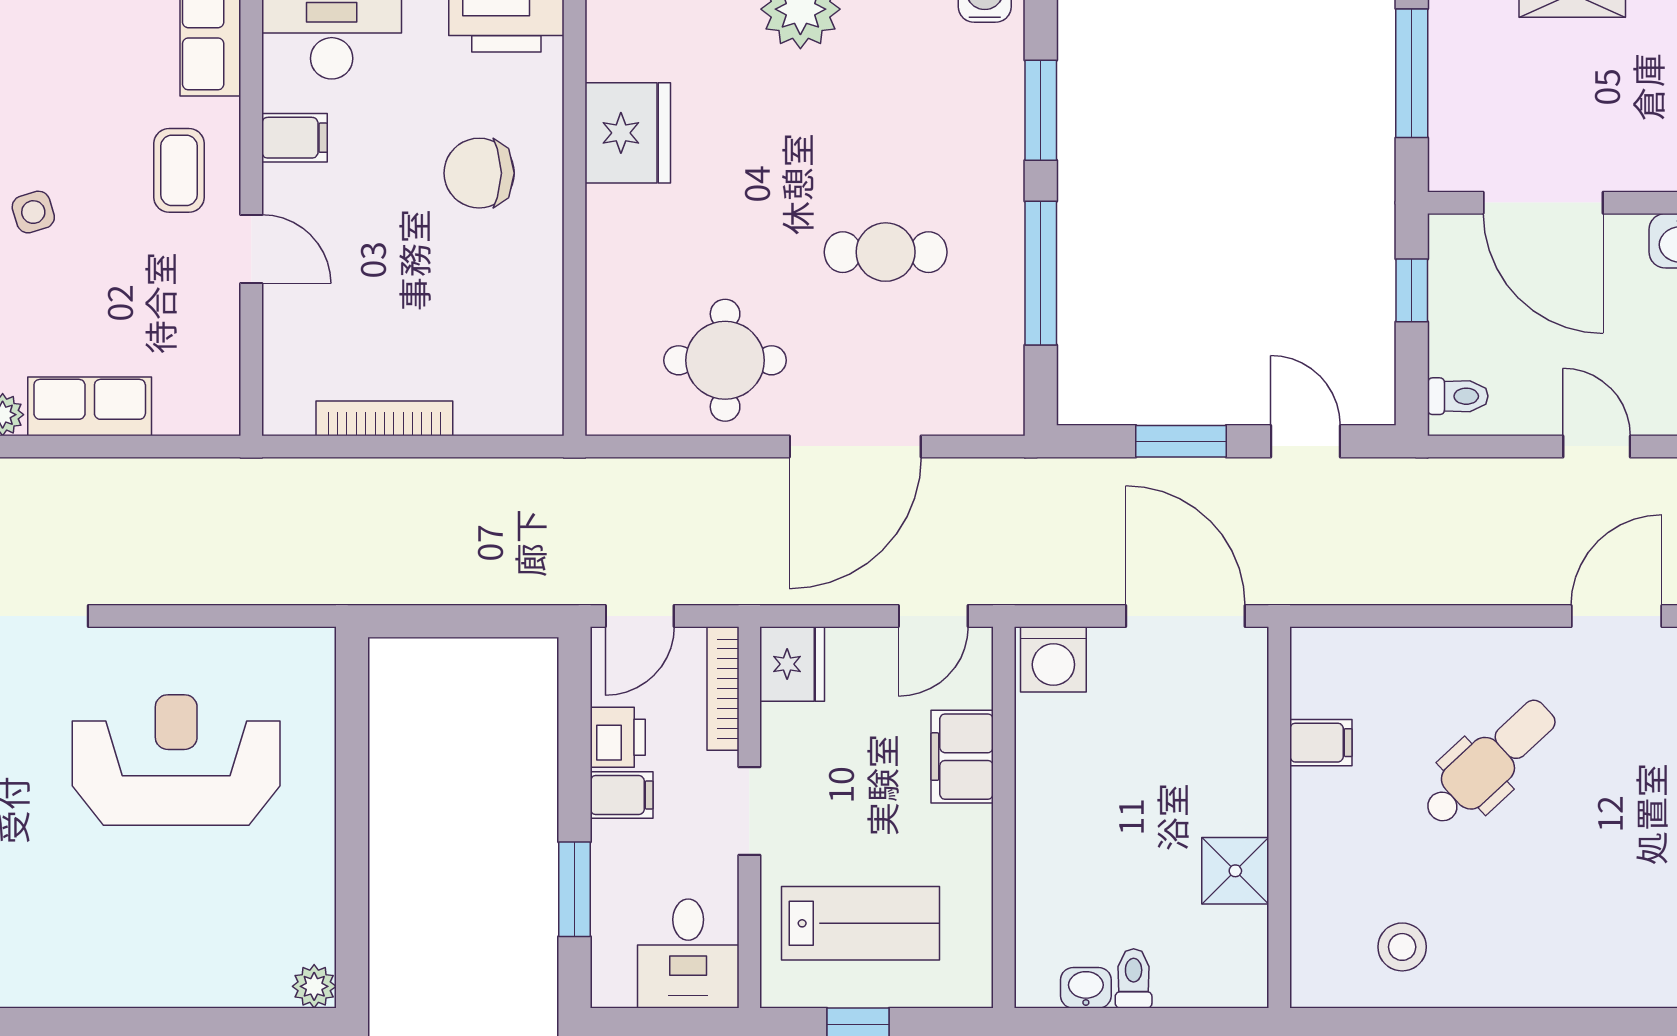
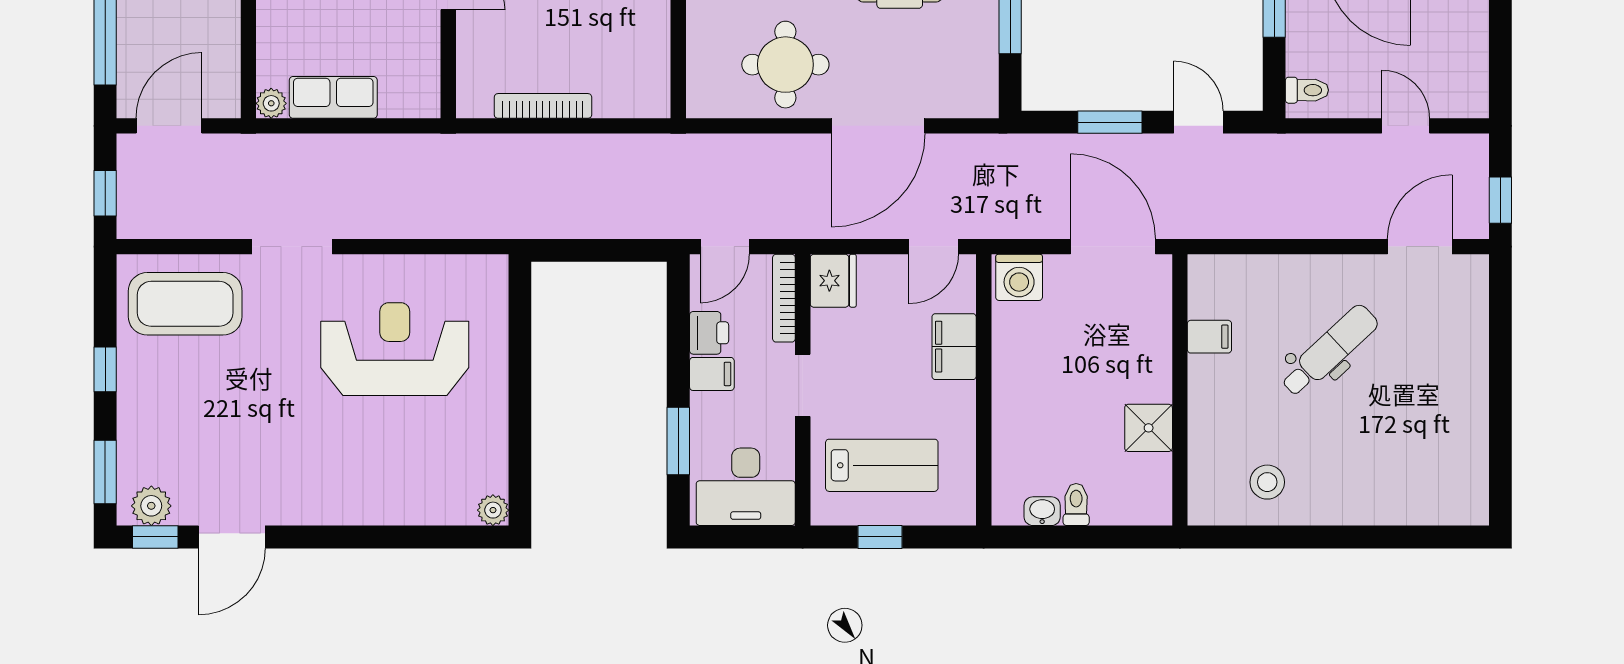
desk: (688, 954) -> (746, 487), width x1.37

